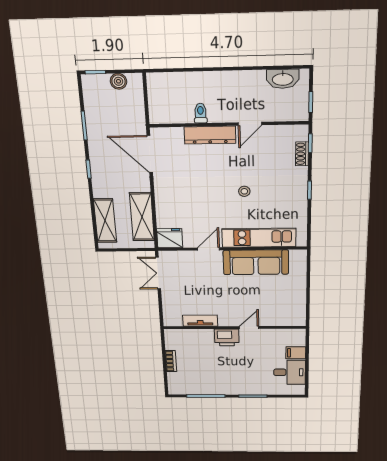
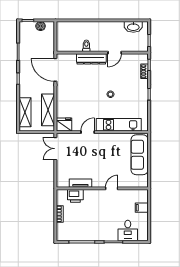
sofa: (256, 262) -> (140, 155), moved, turned 90
printer: (227, 337) -> (75, 196), moved
desk: (290, 372) -> (128, 230), moved, turned 90

